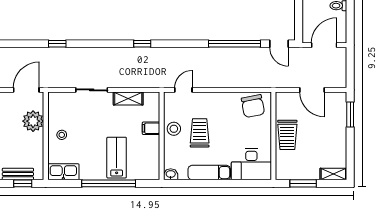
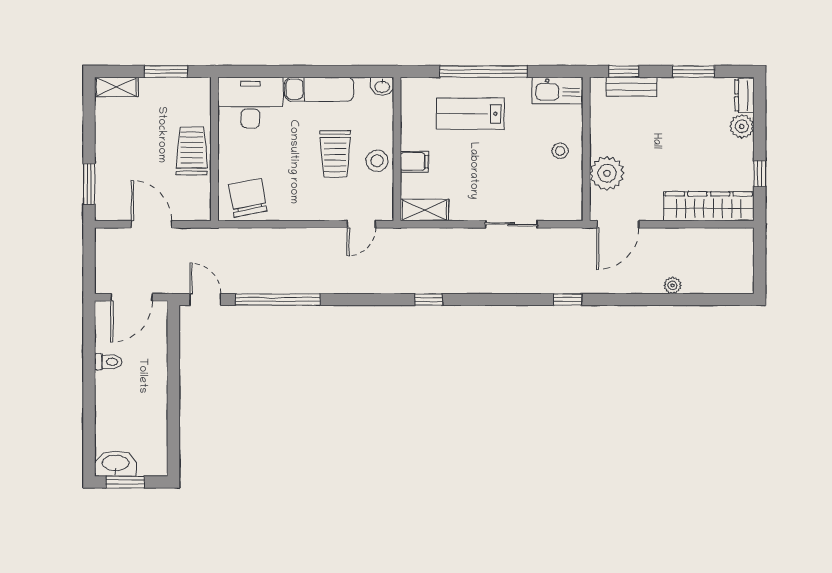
shelving: (128, 99) -> (424, 210), moved
lab bench: (117, 158) -> (470, 114), turned 90

